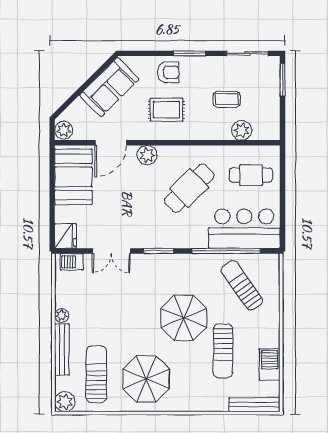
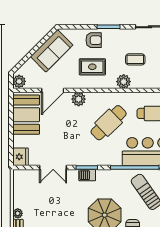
plant: (242, 130) -> (124, 82), moved
barbecue: (72, 262) -> (87, 175), moved

